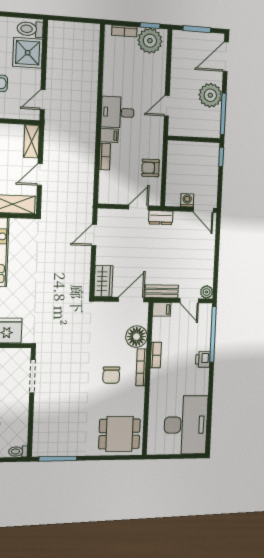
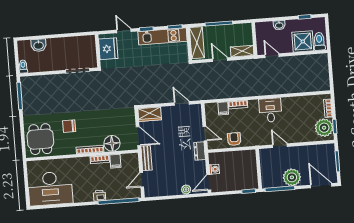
filing cabinet: (109, 135) -> (223, 108), moved
plant: (207, 292) -> (186, 189), moved
filing cabinet: (162, 309) -> (115, 161), moved
chair: (111, 375) -> (69, 126), moved

